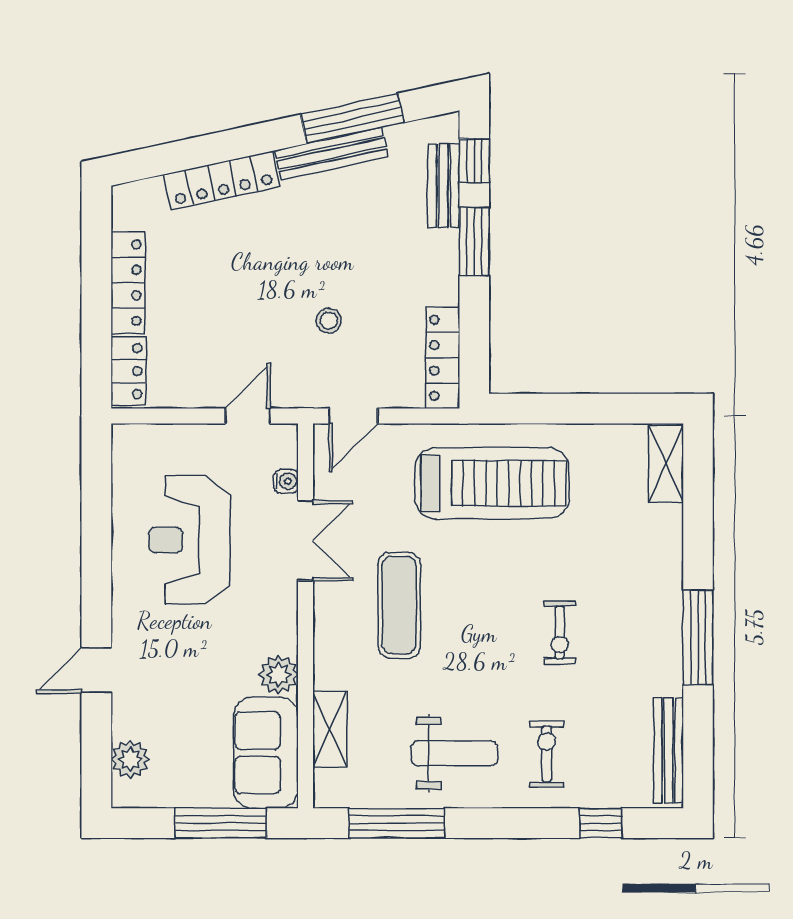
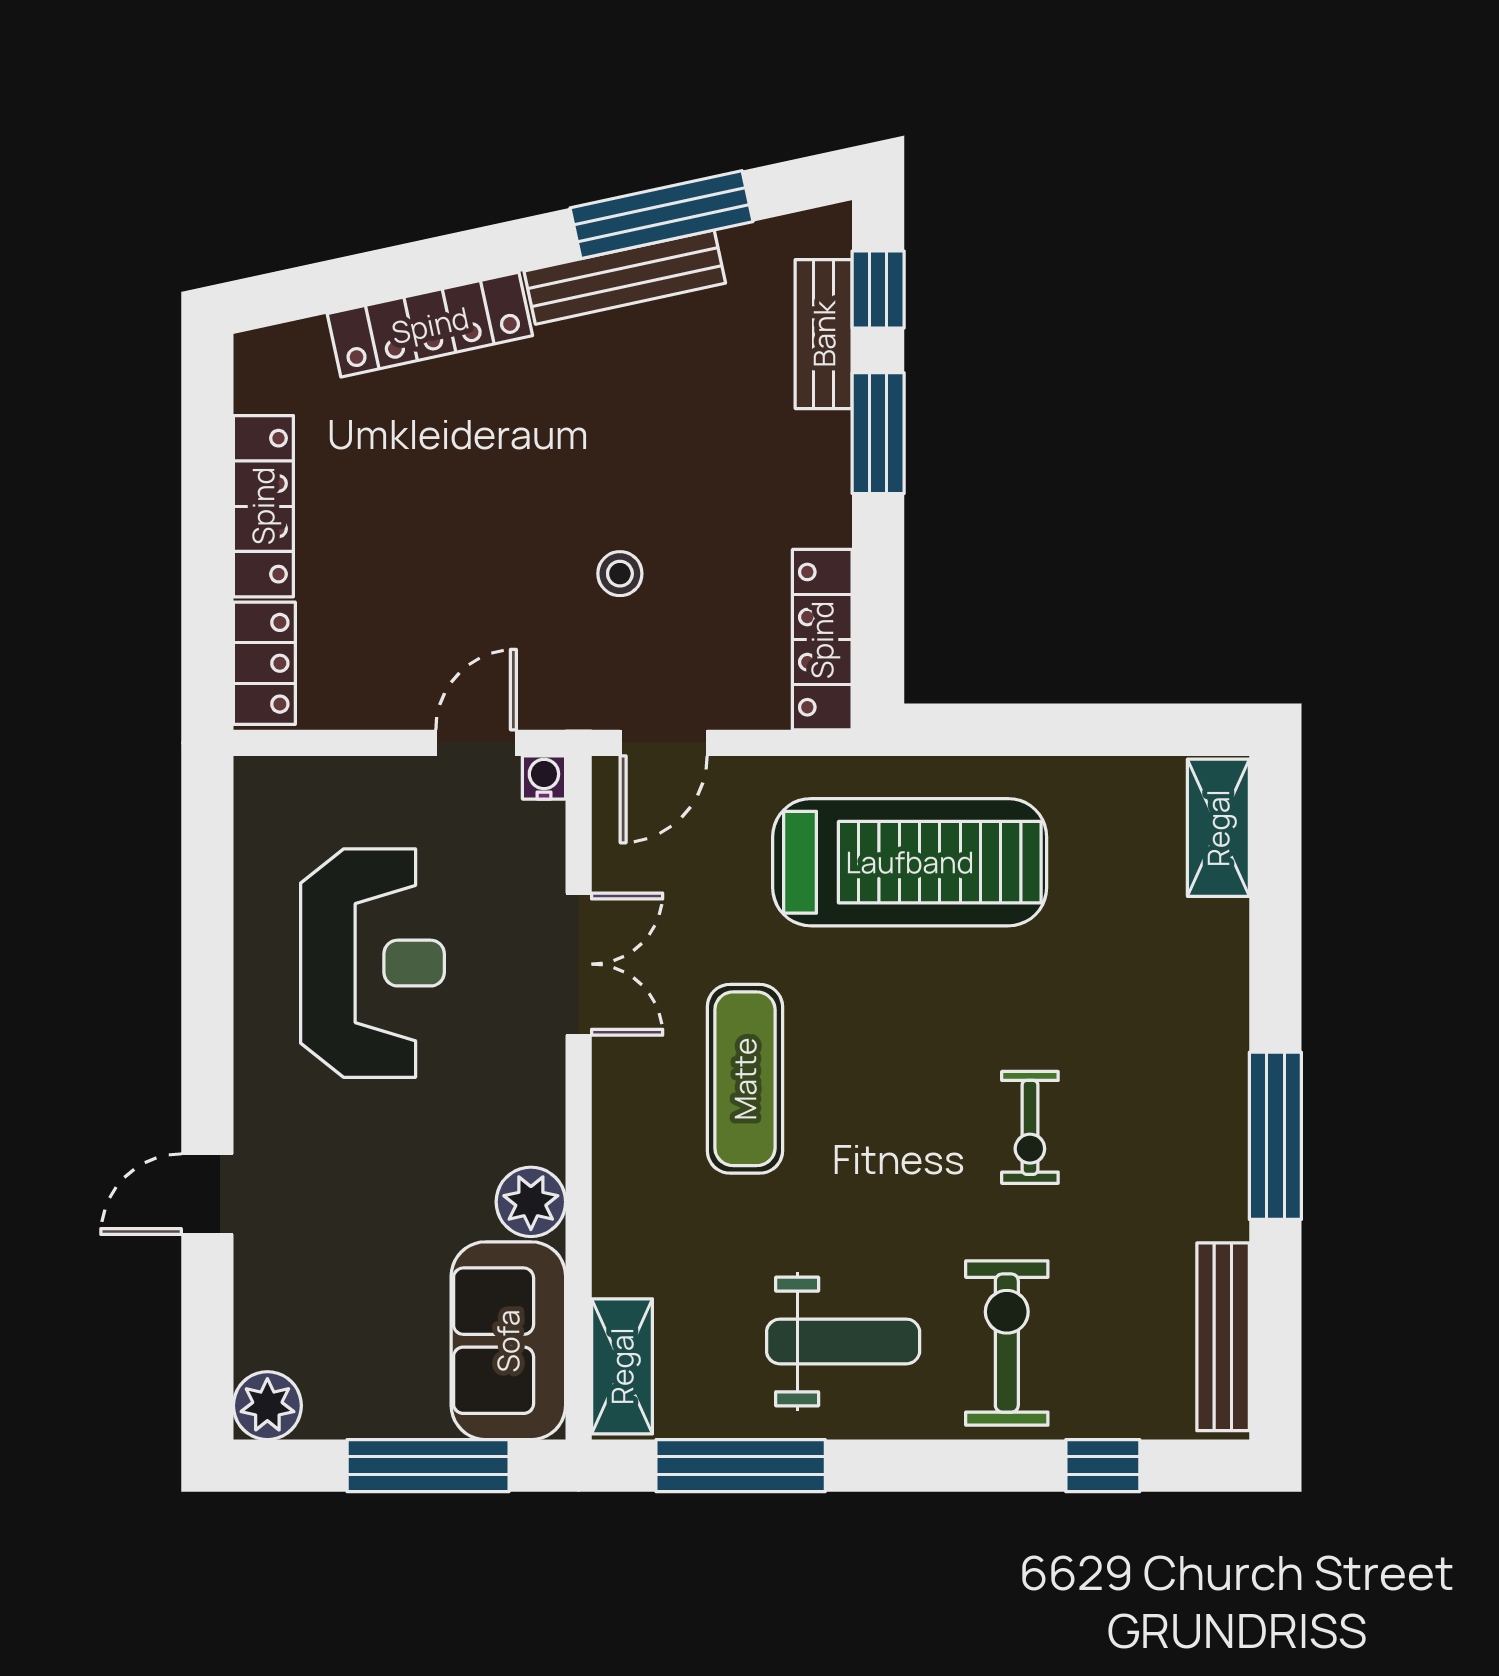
water cooler: (286, 481) -> (544, 777), moved, turned -90
reception desk: (189, 540) -> (372, 963), turned 180
shelving: (330, 729) -> (622, 1366), moved
exercise bike: (547, 754) -> (1007, 1343), width x1.38, depth x1.39
plant: (130, 759) -> (267, 1406), moved

